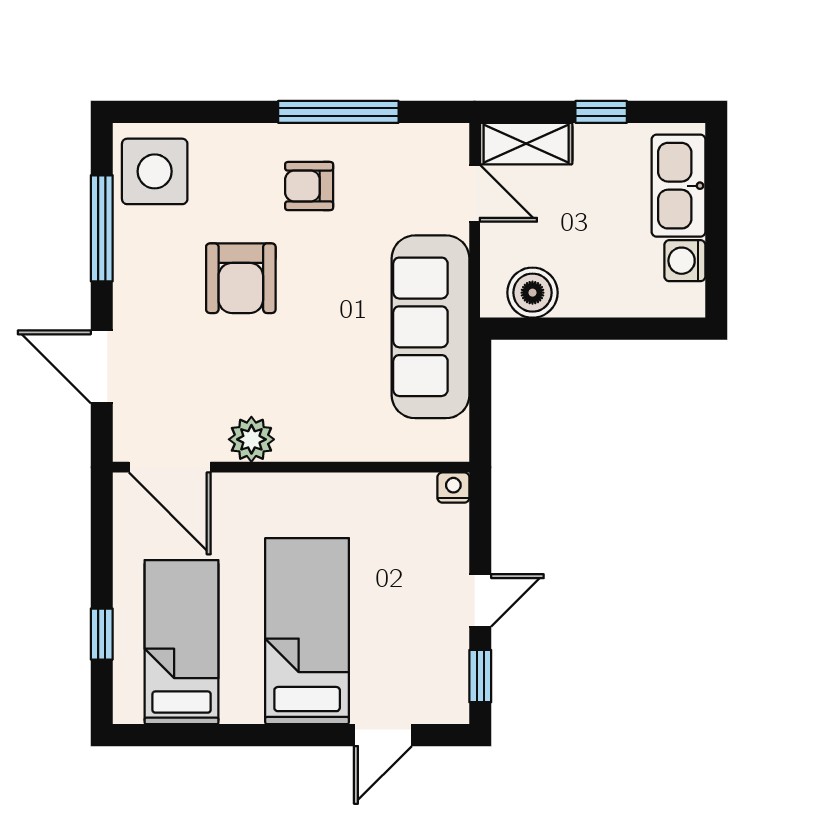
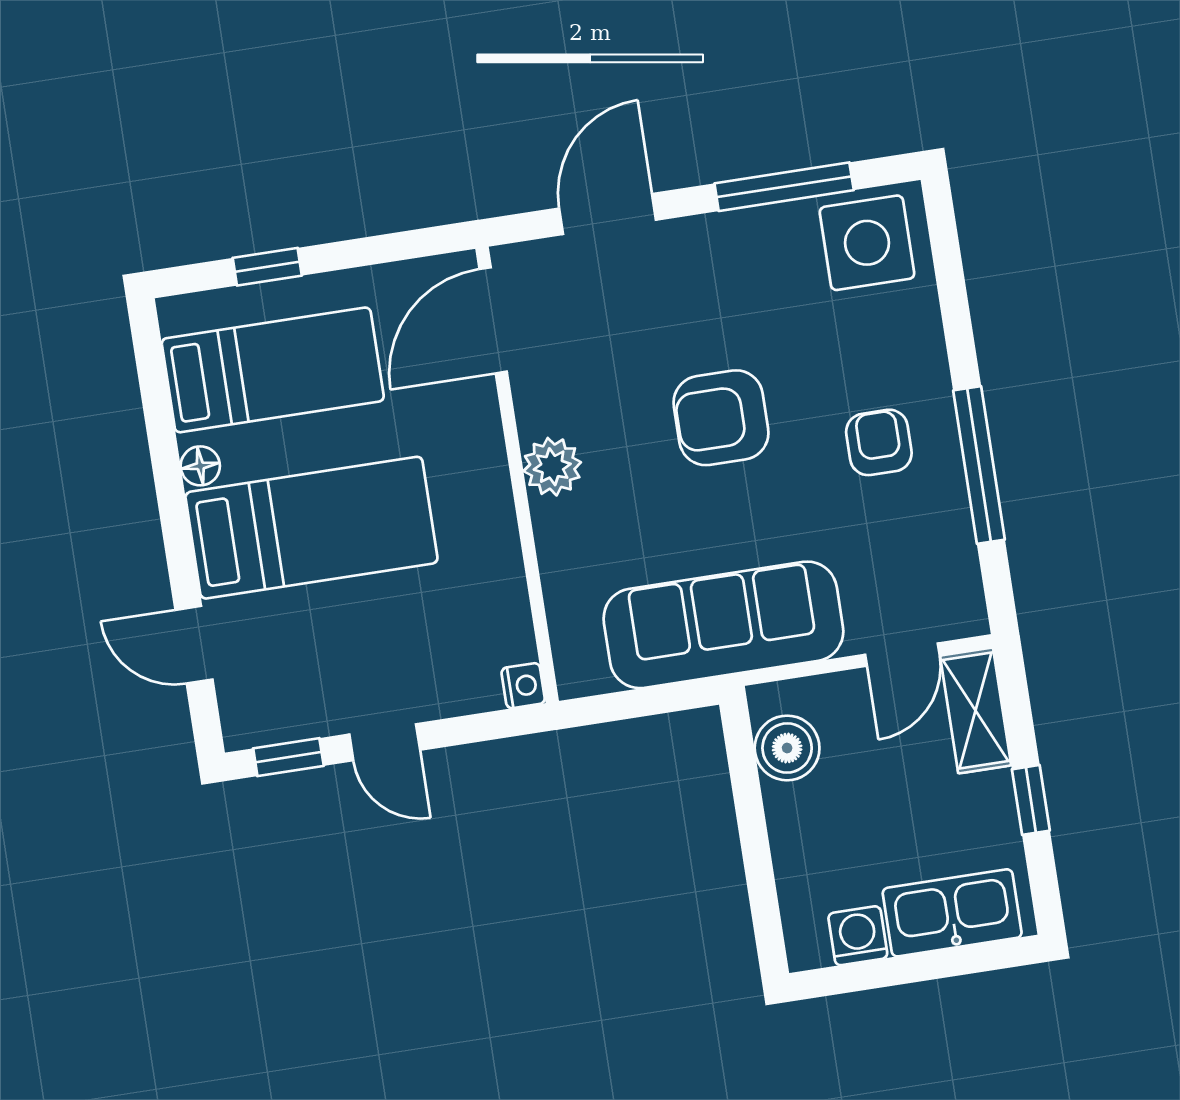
armchair: (241, 278) -> (721, 418), moved
plant: (251, 439) -> (552, 467), moved
floor lamp: (247, 709) -> (200, 466), added

